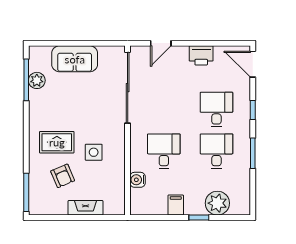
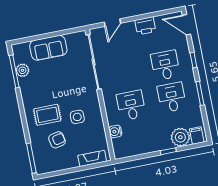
armchair: (63, 176) -> (57, 140), turned -79
filing cabinet: (176, 205) -> (197, 136), moved
fireplace: (86, 208) -> (92, 158), moved

